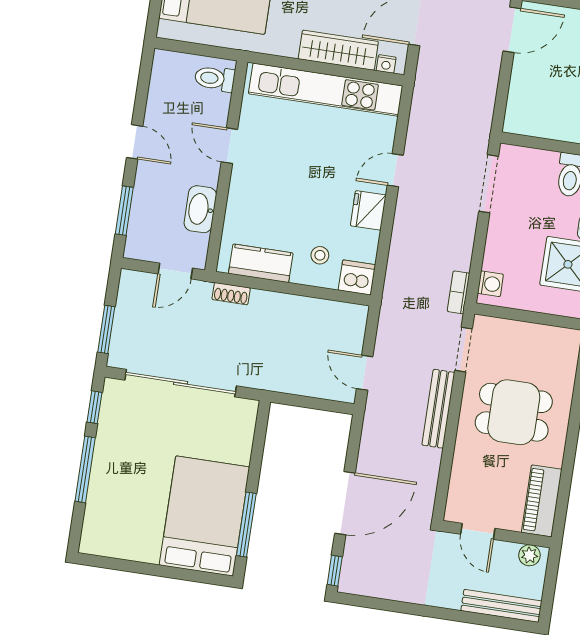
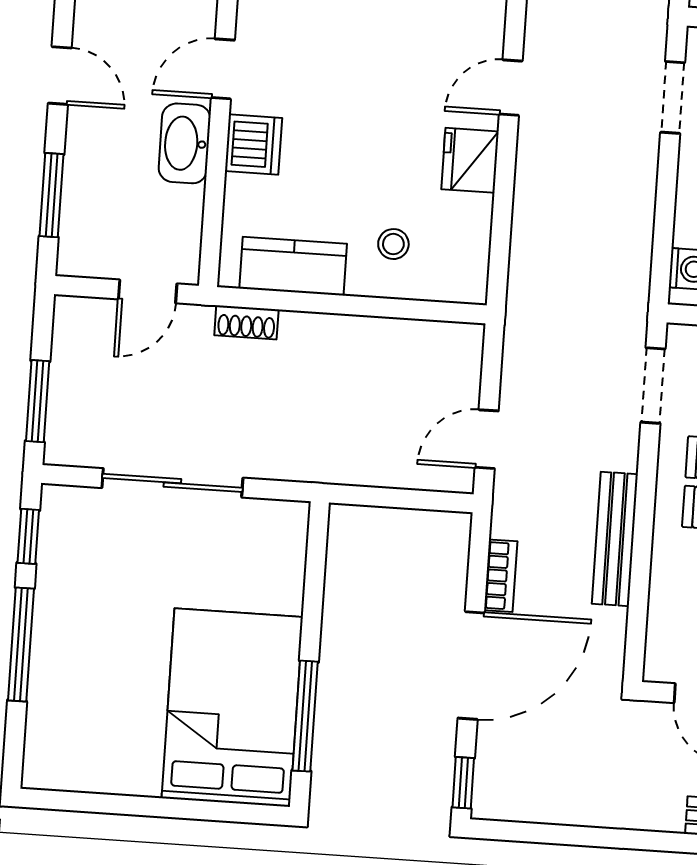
door: (229, 146) -> (223, 69), hinge flipped
doorway: (489, 184) -> (673, 97), width x0.73
washbasin: (200, 209) -> (185, 143), moved
dishwasher: (357, 277) -> (253, 144), moved, turned 90
bookcase: (459, 292) -> (501, 576), moved, turned 180
door: (365, 373) -> (487, 439), hinge flipped
sliding door: (181, 383) -> (172, 483), width x0.73
bench: (438, 409) -> (615, 539), moved

